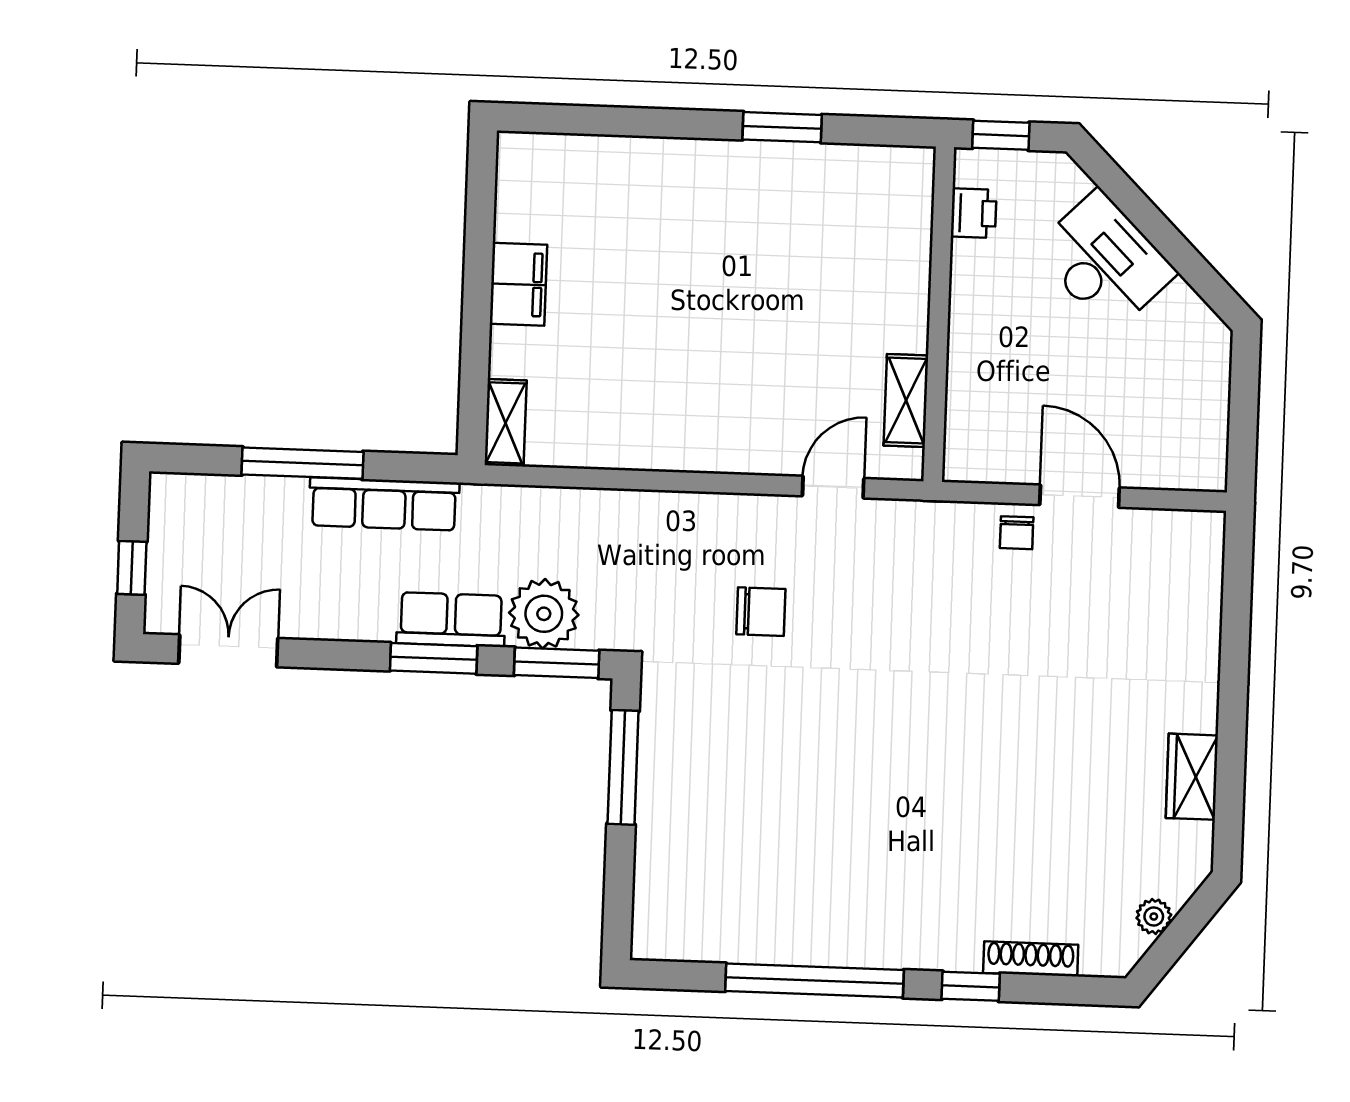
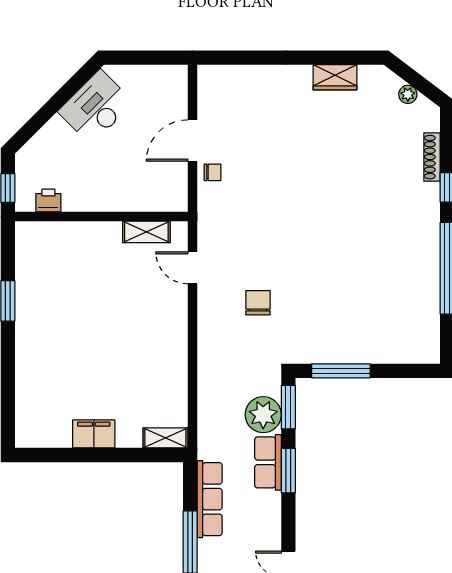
desk: (1105, 261) -> (96, 107), moved

